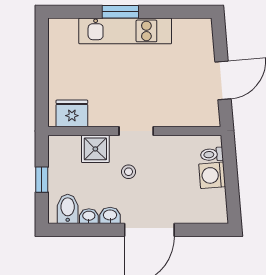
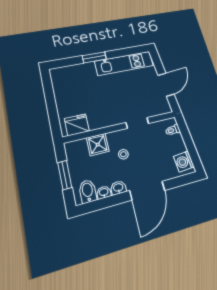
kitchen unit: (125, 31) -> (124, 63), moved
doorway: (136, 131) -> (137, 123), moved
washing machine: (212, 175) -> (184, 162), moved
window: (42, 180) -> (65, 175), width x1.50

